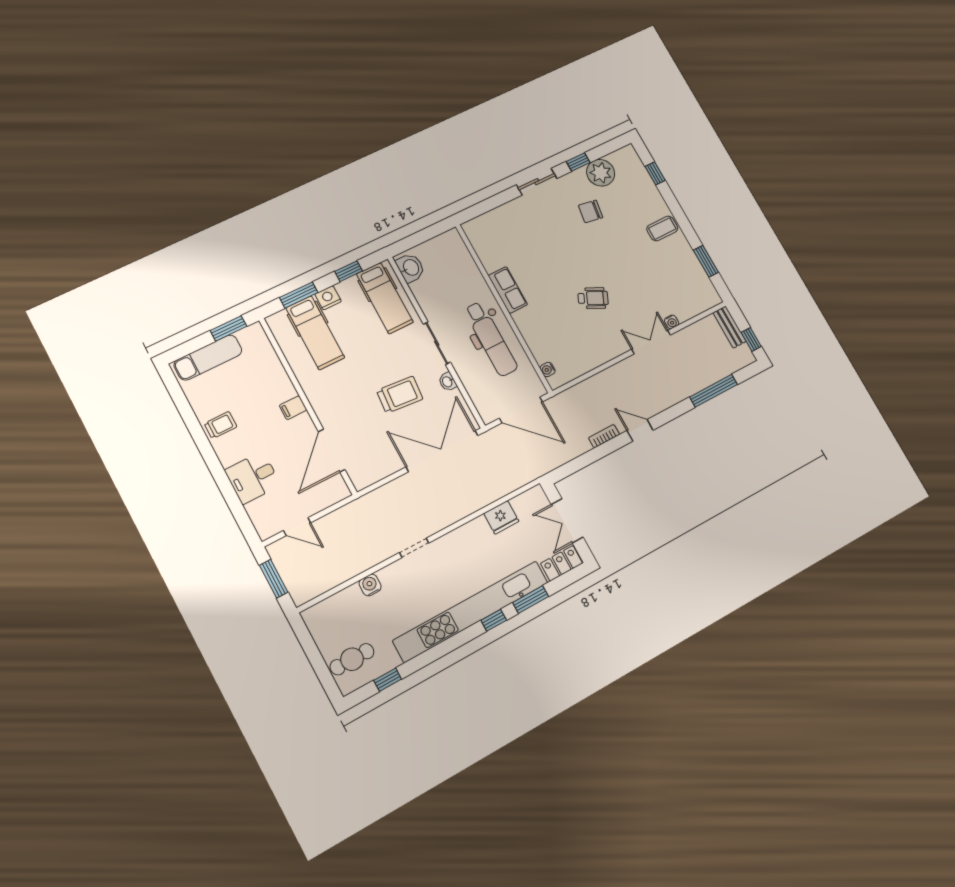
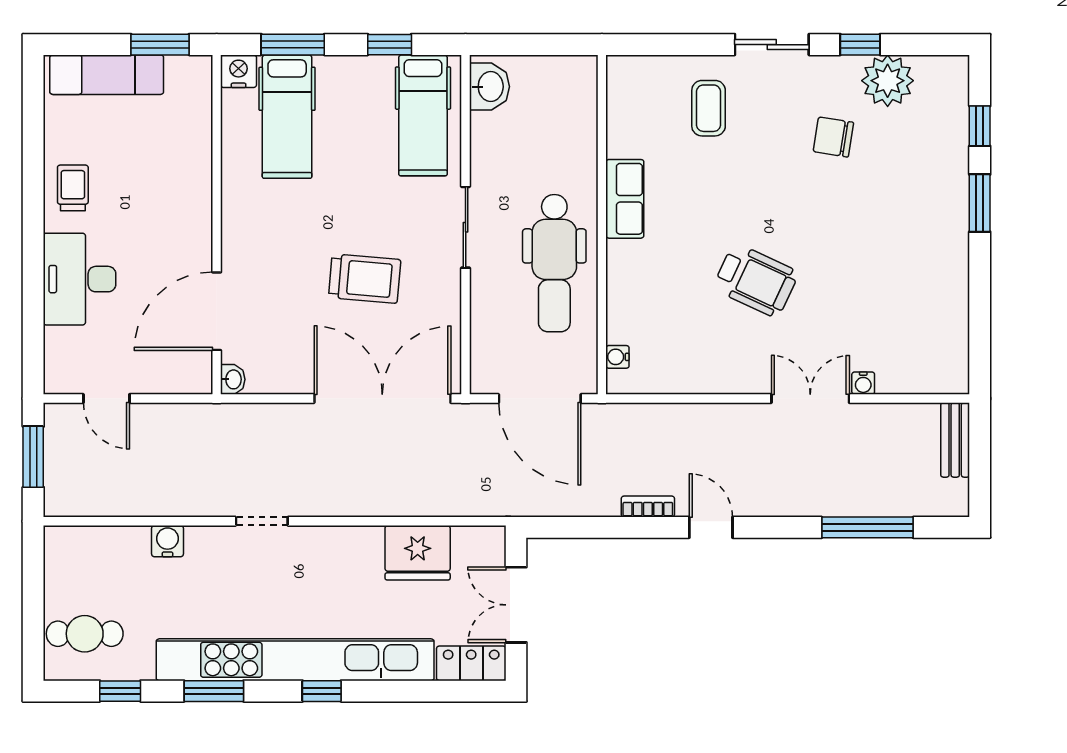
coffee table: (662, 229) -> (709, 108), moved, turned 90
window: (706, 261) -> (980, 203), moved
nightstand: (328, 298) -> (239, 71), moved
wheelchair: (593, 298) -> (756, 280), width x1.36, depth x1.37
window: (751, 339) -> (980, 478), removed
washbasin: (448, 382) -> (233, 379), moved, turned 180
filing cabinet: (293, 408) -> (193, 216), removed
trolley: (221, 425) -> (73, 188), turned -90
desk: (253, 478) -> (80, 279), width x1.37
fridge: (501, 517) -> (418, 553), width x1.36, depth x1.34
window: (531, 599) -> (214, 691), moved

